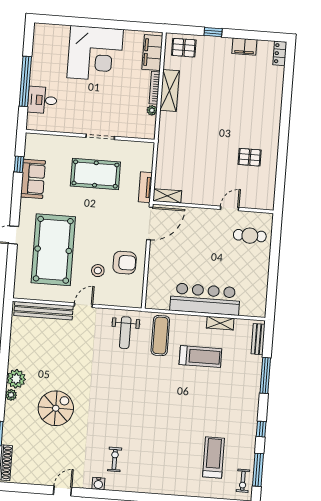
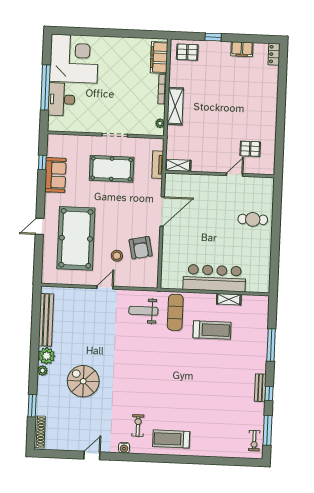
corner desk: (95, 54) -> (74, 59), moved, turned -90
shelving: (170, 90) -> (175, 106), moved
desk: (42, 100) -> (62, 99), width x1.37
plant: (152, 110) -> (160, 123), moved
tv unit: (145, 187) -> (158, 165), moved
shelving: (167, 196) -> (178, 165), moved
wall: (213, 207) -> (220, 174), moved
door: (230, 208) -> (235, 175), moved
armchair: (125, 263) -> (141, 248), turned 78
bench: (43, 311) -> (46, 320), moved, turned 90
weight bench: (125, 333) -> (143, 311), turned 90
bench: (258, 339) -> (260, 388), moved
spiral stairs: (56, 408) -> (83, 381), turned -90
treadmill: (213, 457) -> (171, 439), moved, turned -90

